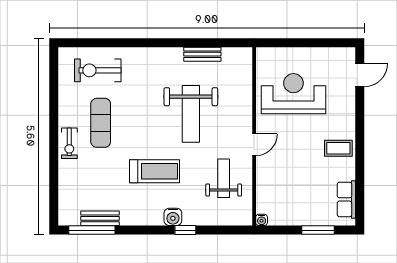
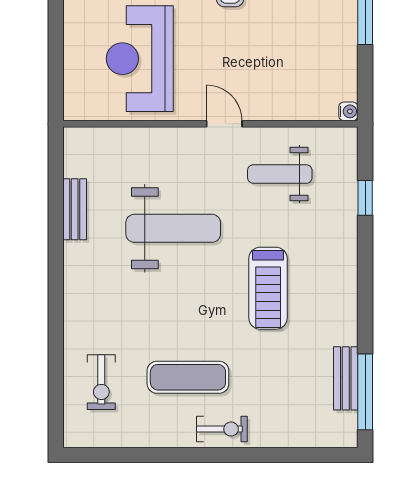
exercise bike: (98, 70) -> (101, 382), width x0.73, depth x0.72
treadmill: (155, 171) -> (268, 288), turned 180
water cooler: (173, 217) -> (344, 258), removed
window: (185, 230) -> (365, 198), moved

